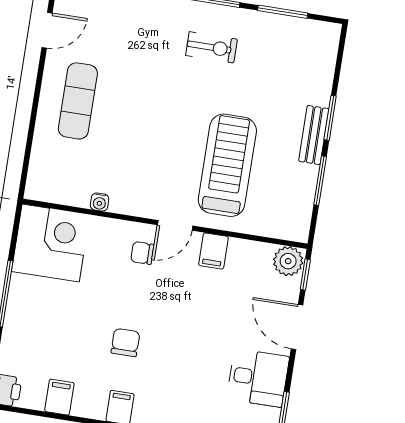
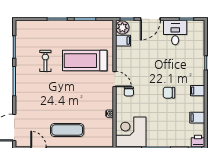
exercise bike: (211, 47) -> (45, 61), moved
bench: (314, 135) -> (66, 25), removed
filing cabinet: (213, 251) -> (123, 41), moved

